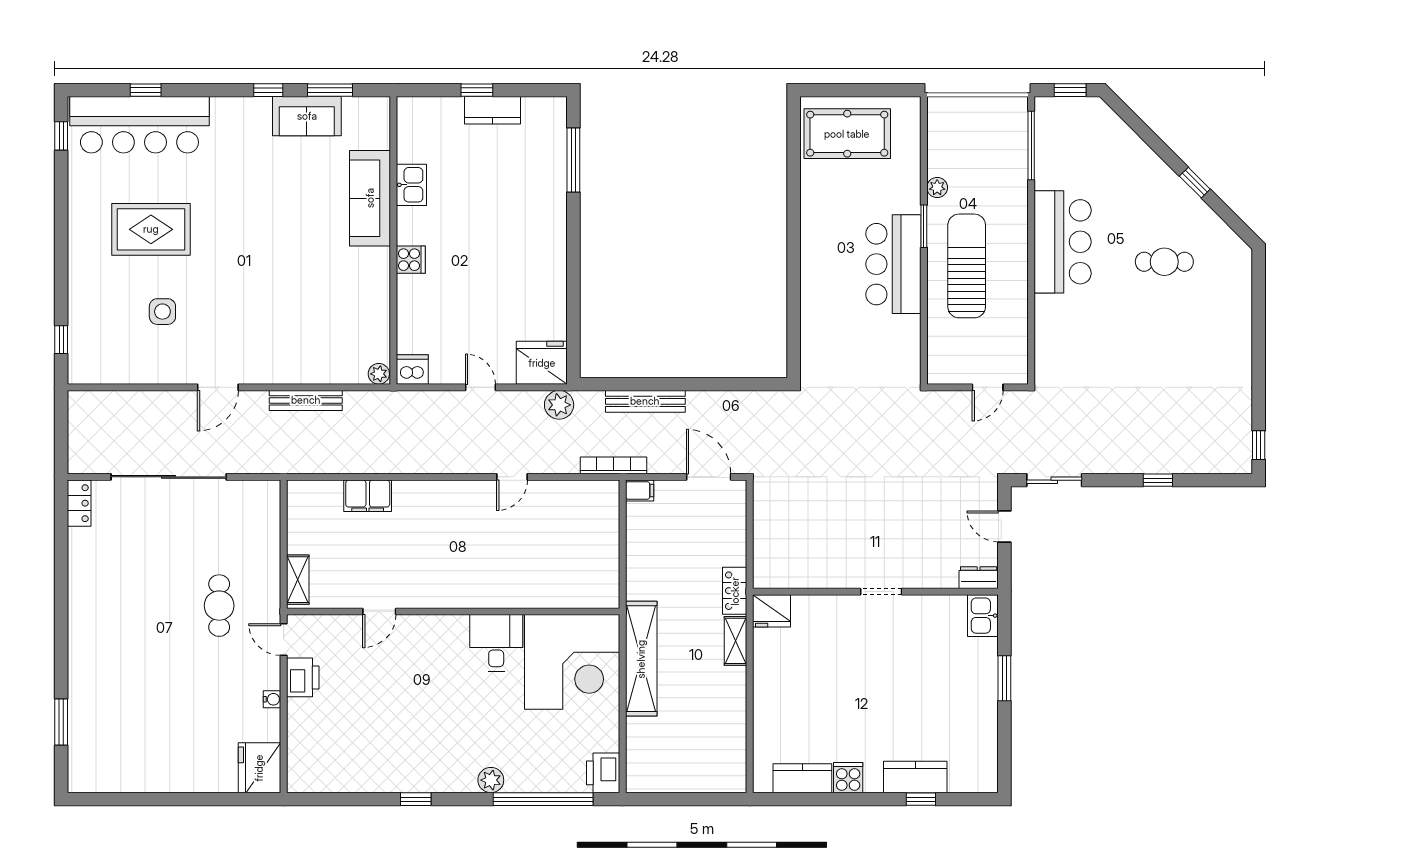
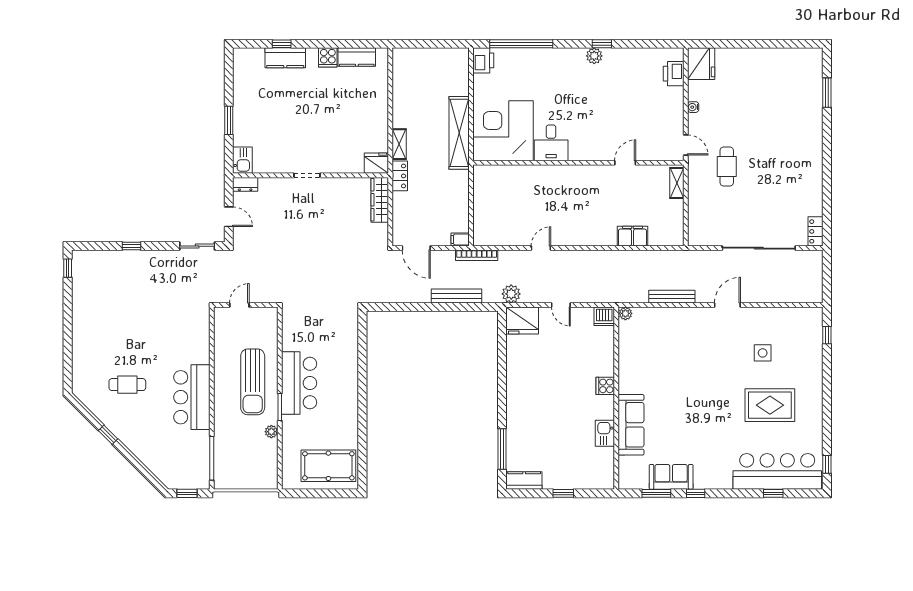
kitchen counter: (493, 110) -> (524, 481), moved
wardrobe: (766, 553) -> (380, 200), added
printer: (303, 677) -> (674, 74), moved
plant: (491, 780) -> (594, 56), moved

